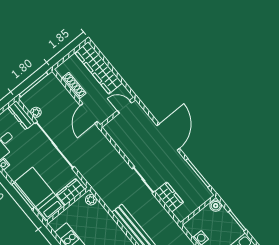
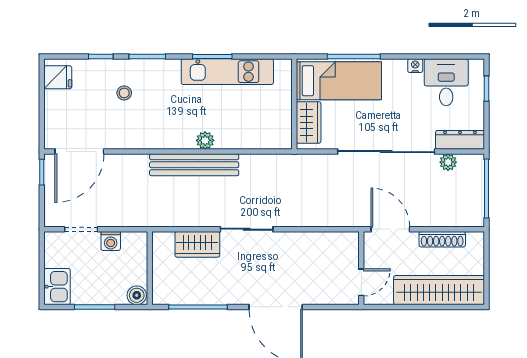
plant: (91, 200) -> (205, 140), moved

